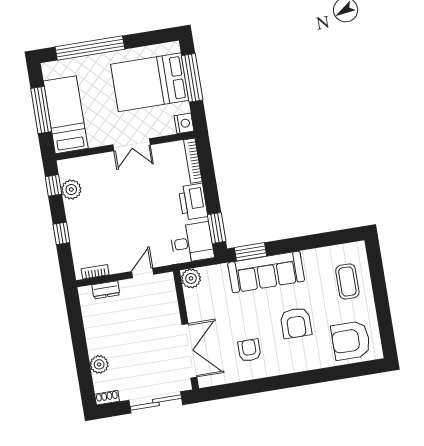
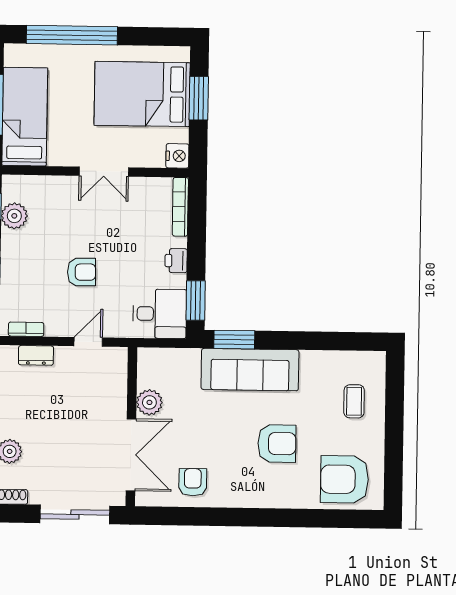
window: (192, 78) -> (199, 98), width x0.69
printer: (193, 202) -> (176, 261), width x0.53, depth x0.68
armchair: (128, 222) -> (81, 272), added
plant: (191, 278) -> (149, 402), moved
coffee table: (347, 281) -> (354, 401), width x0.73, depth x0.77
armchair: (296, 323) -> (277, 443), turned -90
armchair: (249, 350) -> (193, 482), moved

